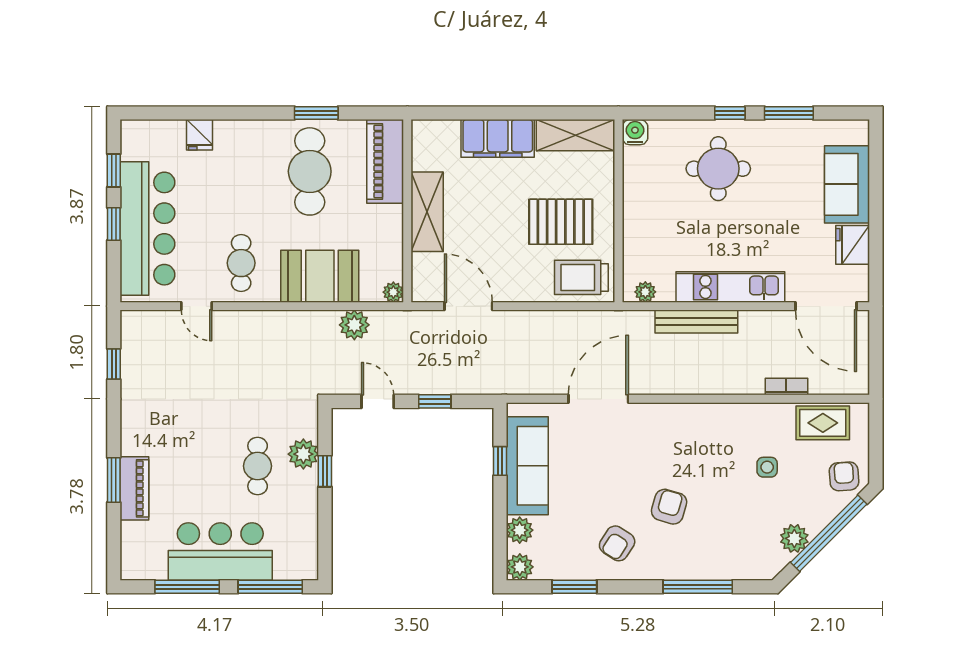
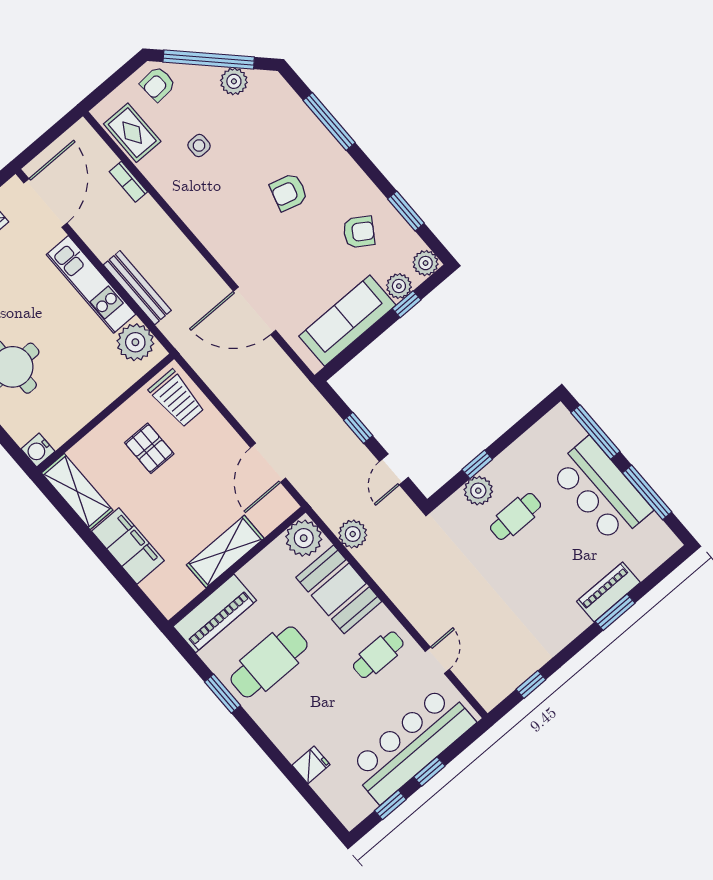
pallet: (561, 222) -> (149, 448), width x0.67, depth x0.71
plant: (393, 292) -> (304, 538), width x1.87, depth x1.87
plant: (645, 292) -> (135, 342), width x1.88, depth x1.88
window: (500, 461) -> (407, 304), moved
armchair: (617, 543) -> (359, 232), moved

